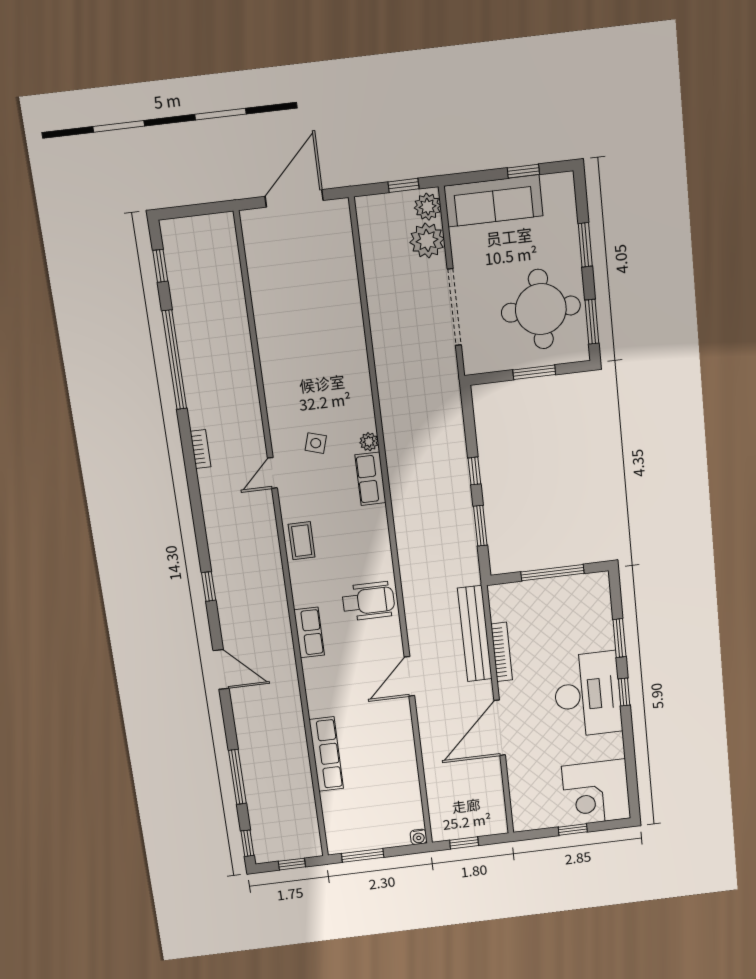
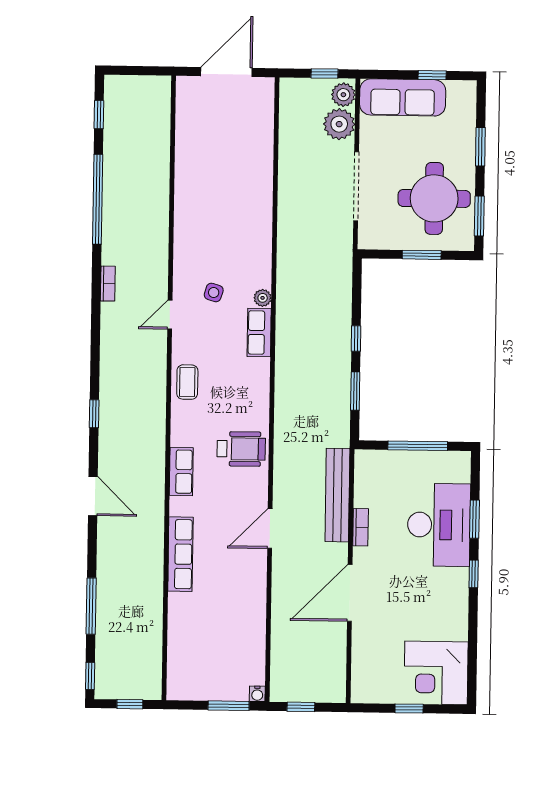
bookcase: (502, 652) -> (361, 527), width x0.64
desk: (588, 695) -> (439, 525), moved
row of seats: (326, 754) -> (180, 554), moved
window: (363, 855) -> (229, 706), moved

